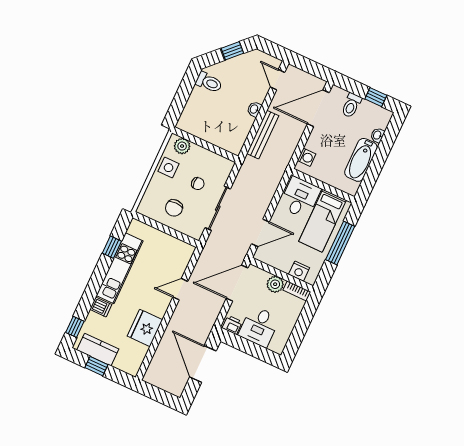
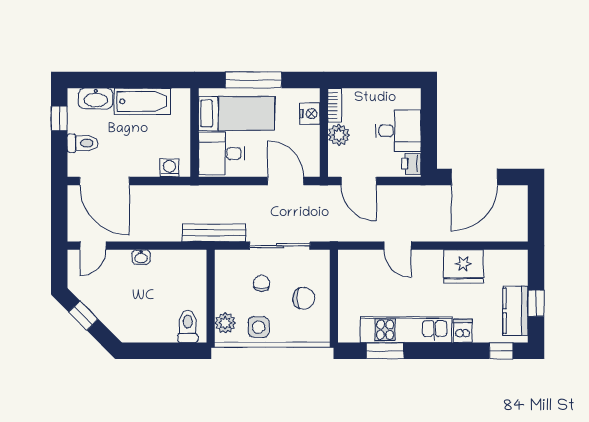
toilet: (209, 82) -> (188, 326), moved
bench: (263, 135) -> (214, 233), moved
washbasin: (377, 135) -> (96, 99), width x1.91, depth x1.45
window: (112, 247) -> (385, 351), width x1.50
door: (237, 283) -> (359, 181), width x0.73

